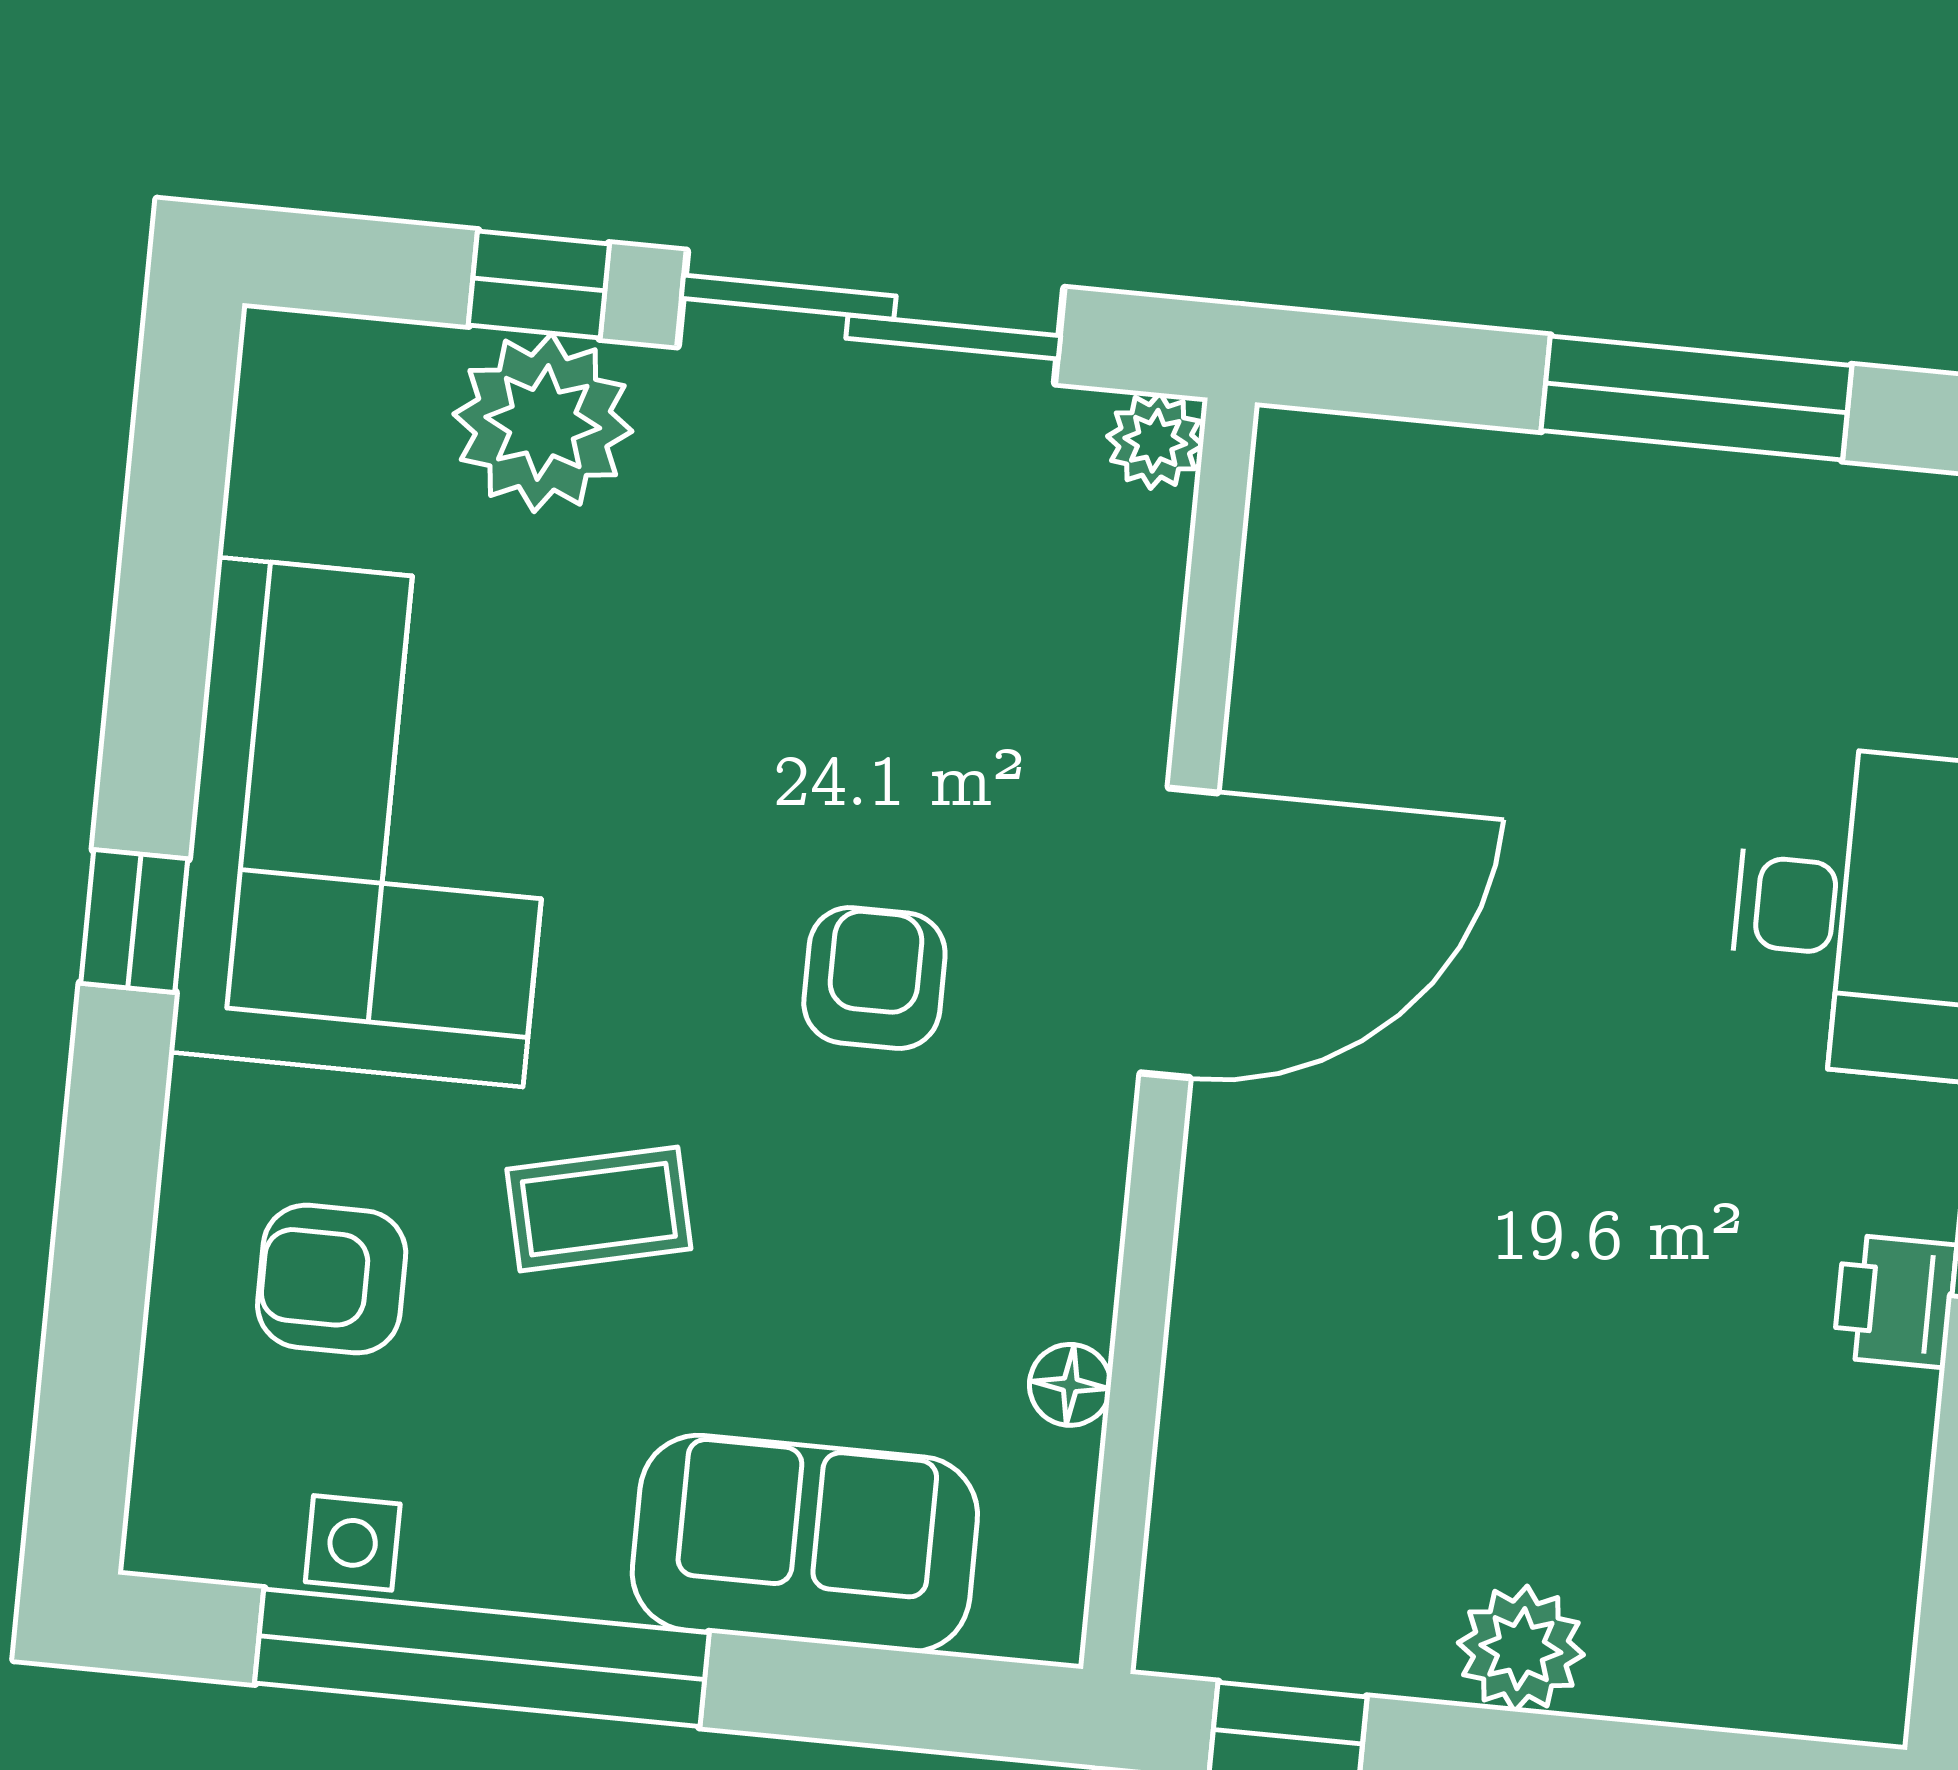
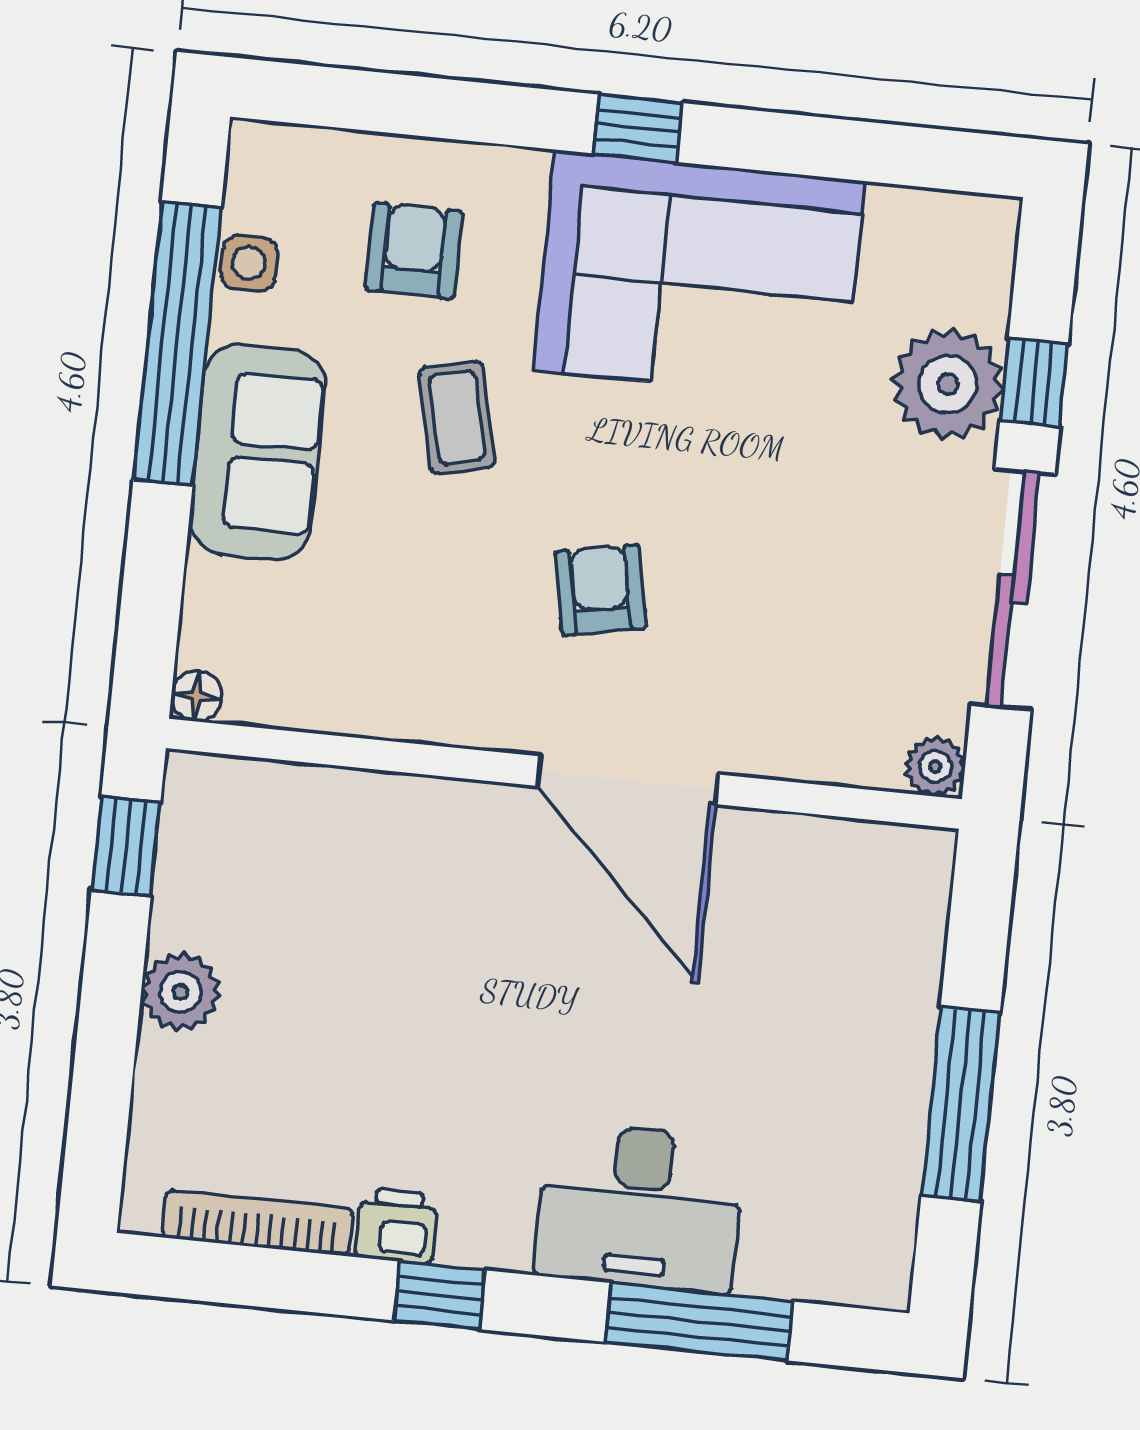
armchair: (874, 978) -> (600, 590), turned -101
floor lamp: (1070, 1385) -> (197, 696), moved
bookcase: (1891, 1524) -> (258, 1223), added
sofa: (805, 1544) -> (257, 452), moved

